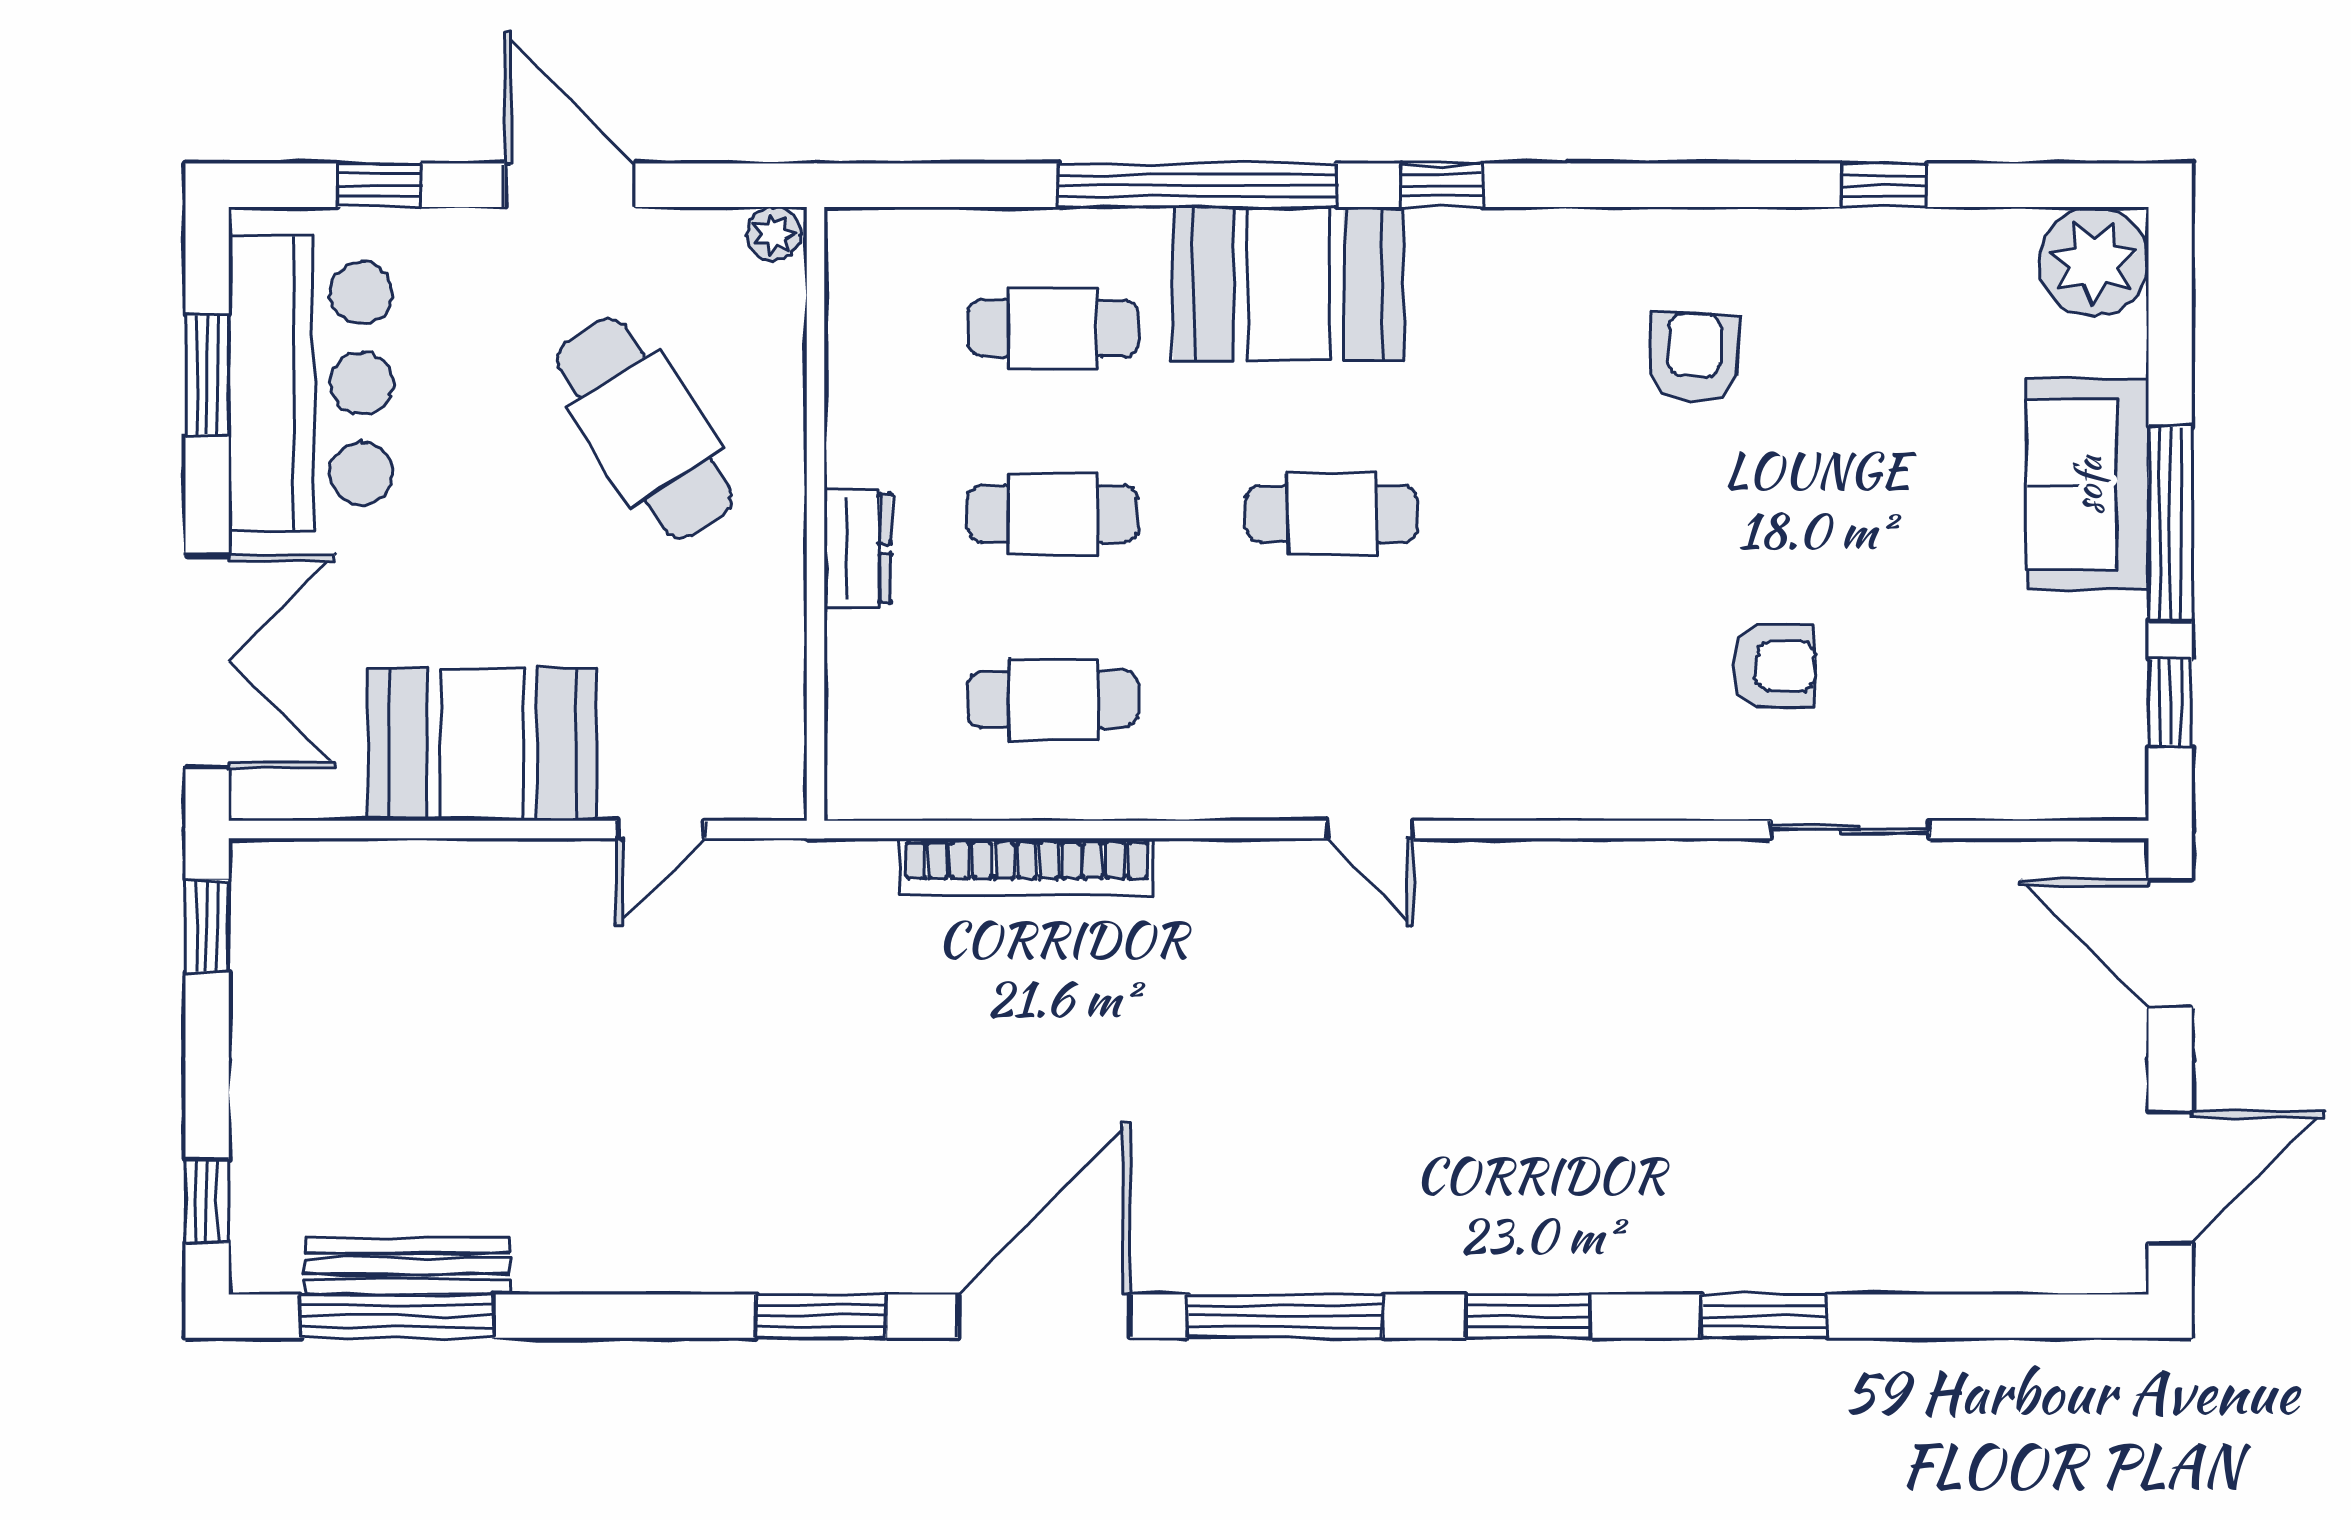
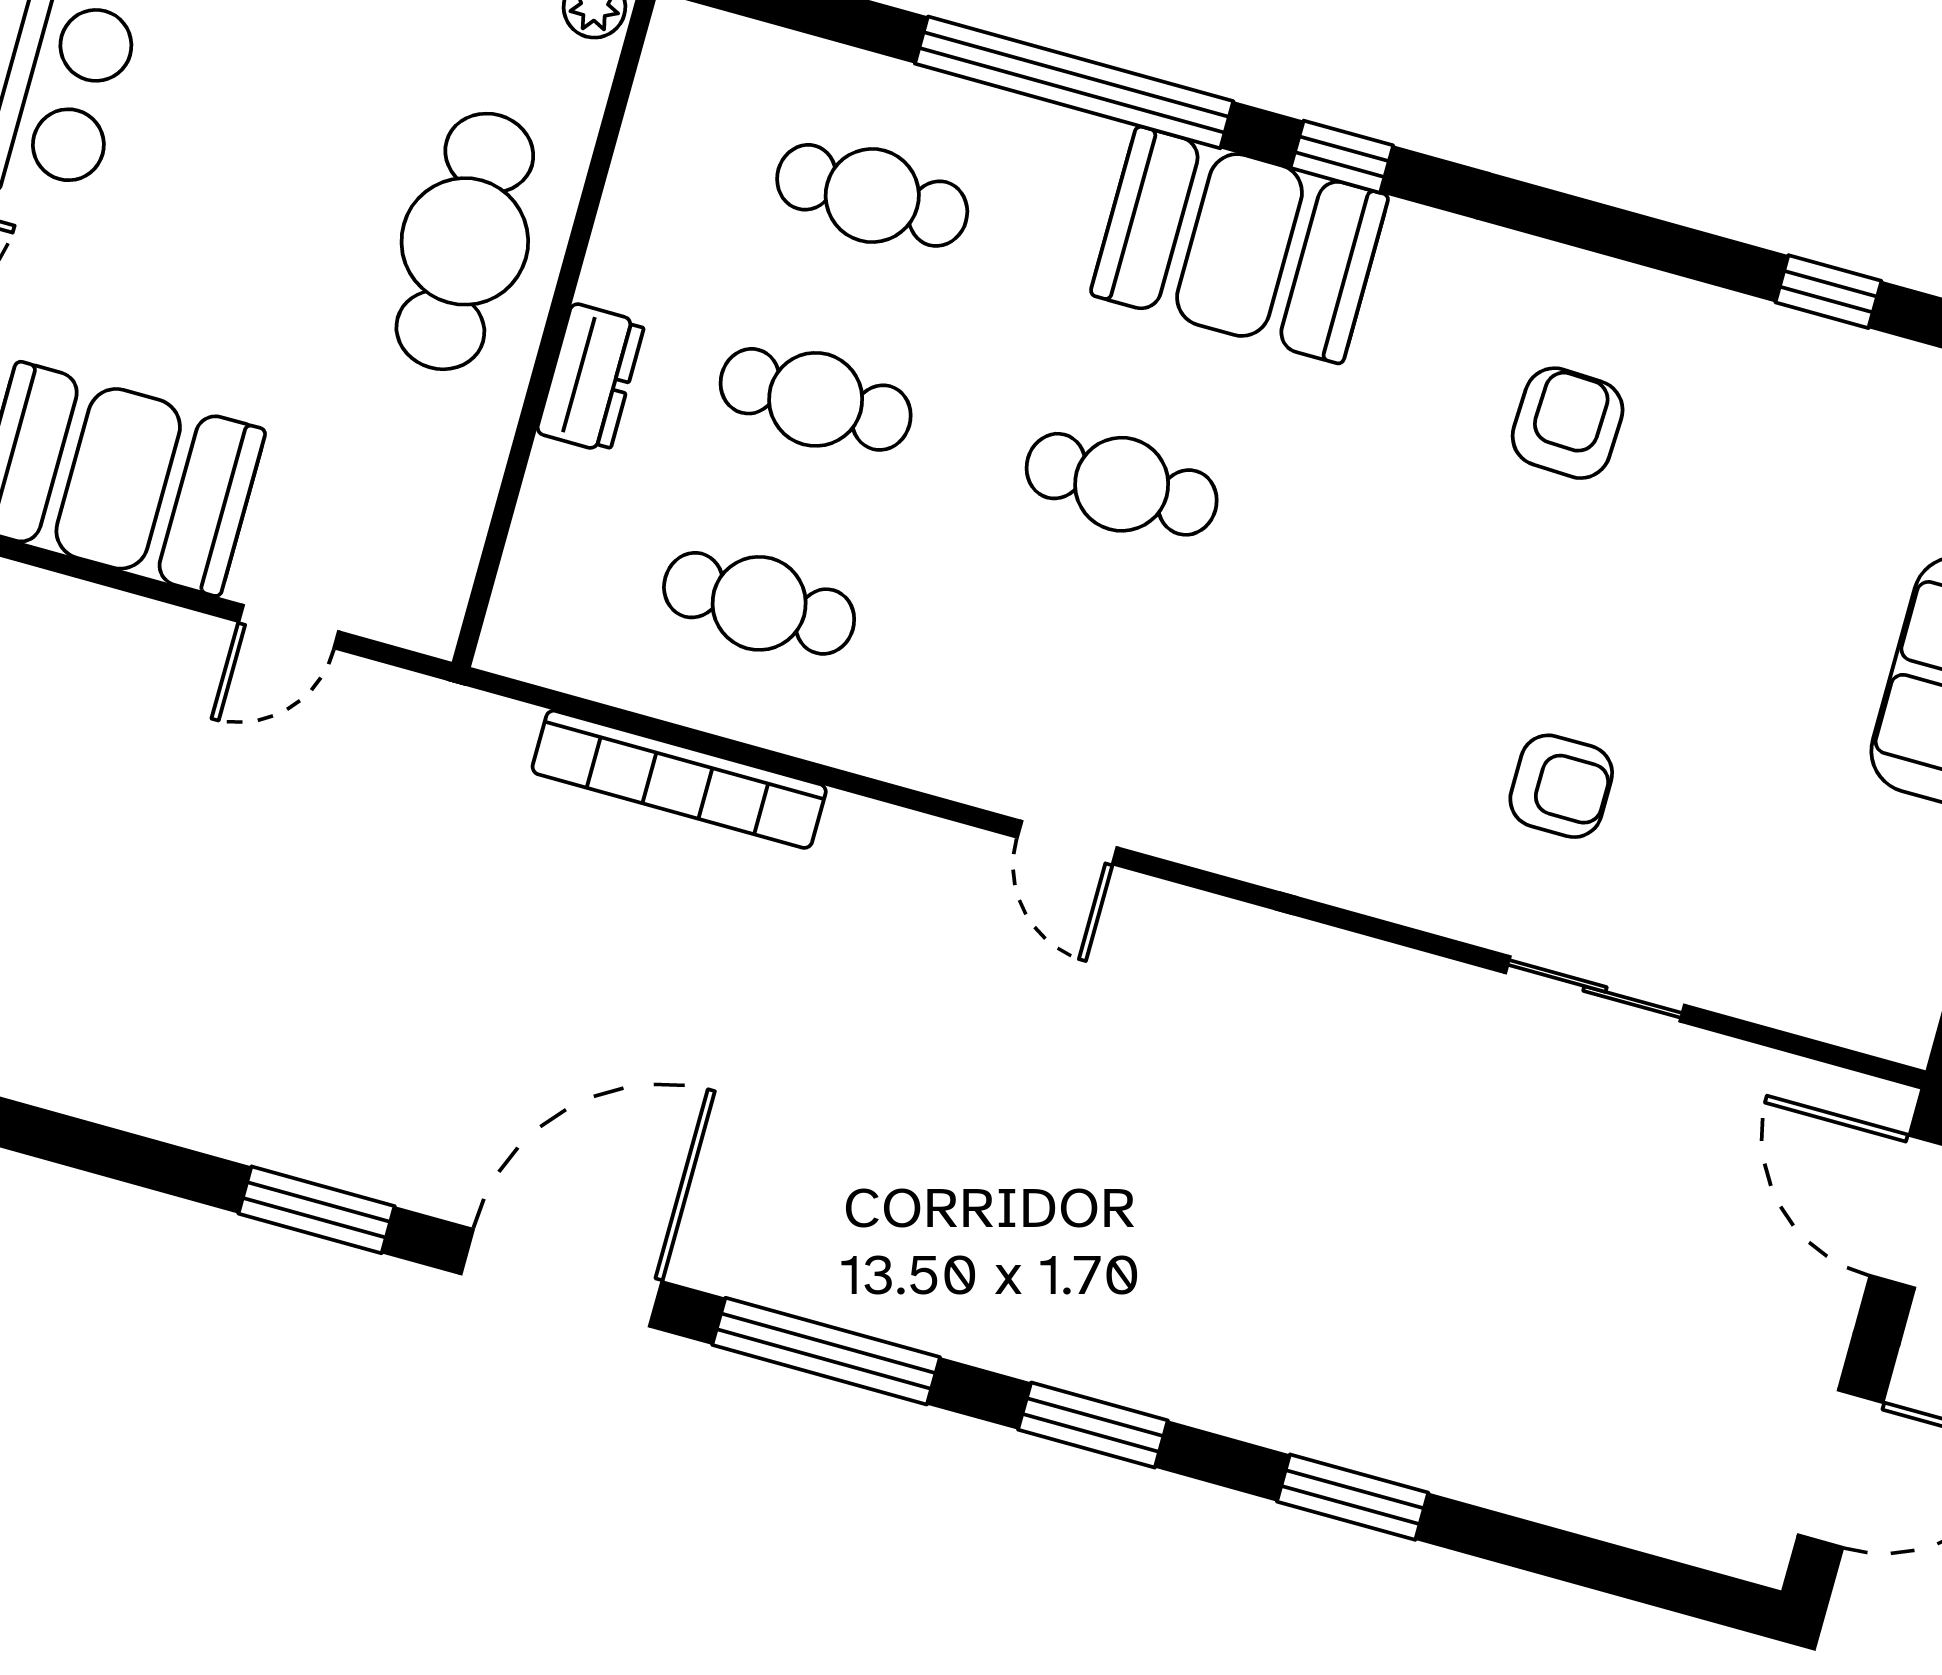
booth: (1288, 284) -> (1239, 245), moved
cafe table: (645, 428) -> (465, 241), moved, turned 33

